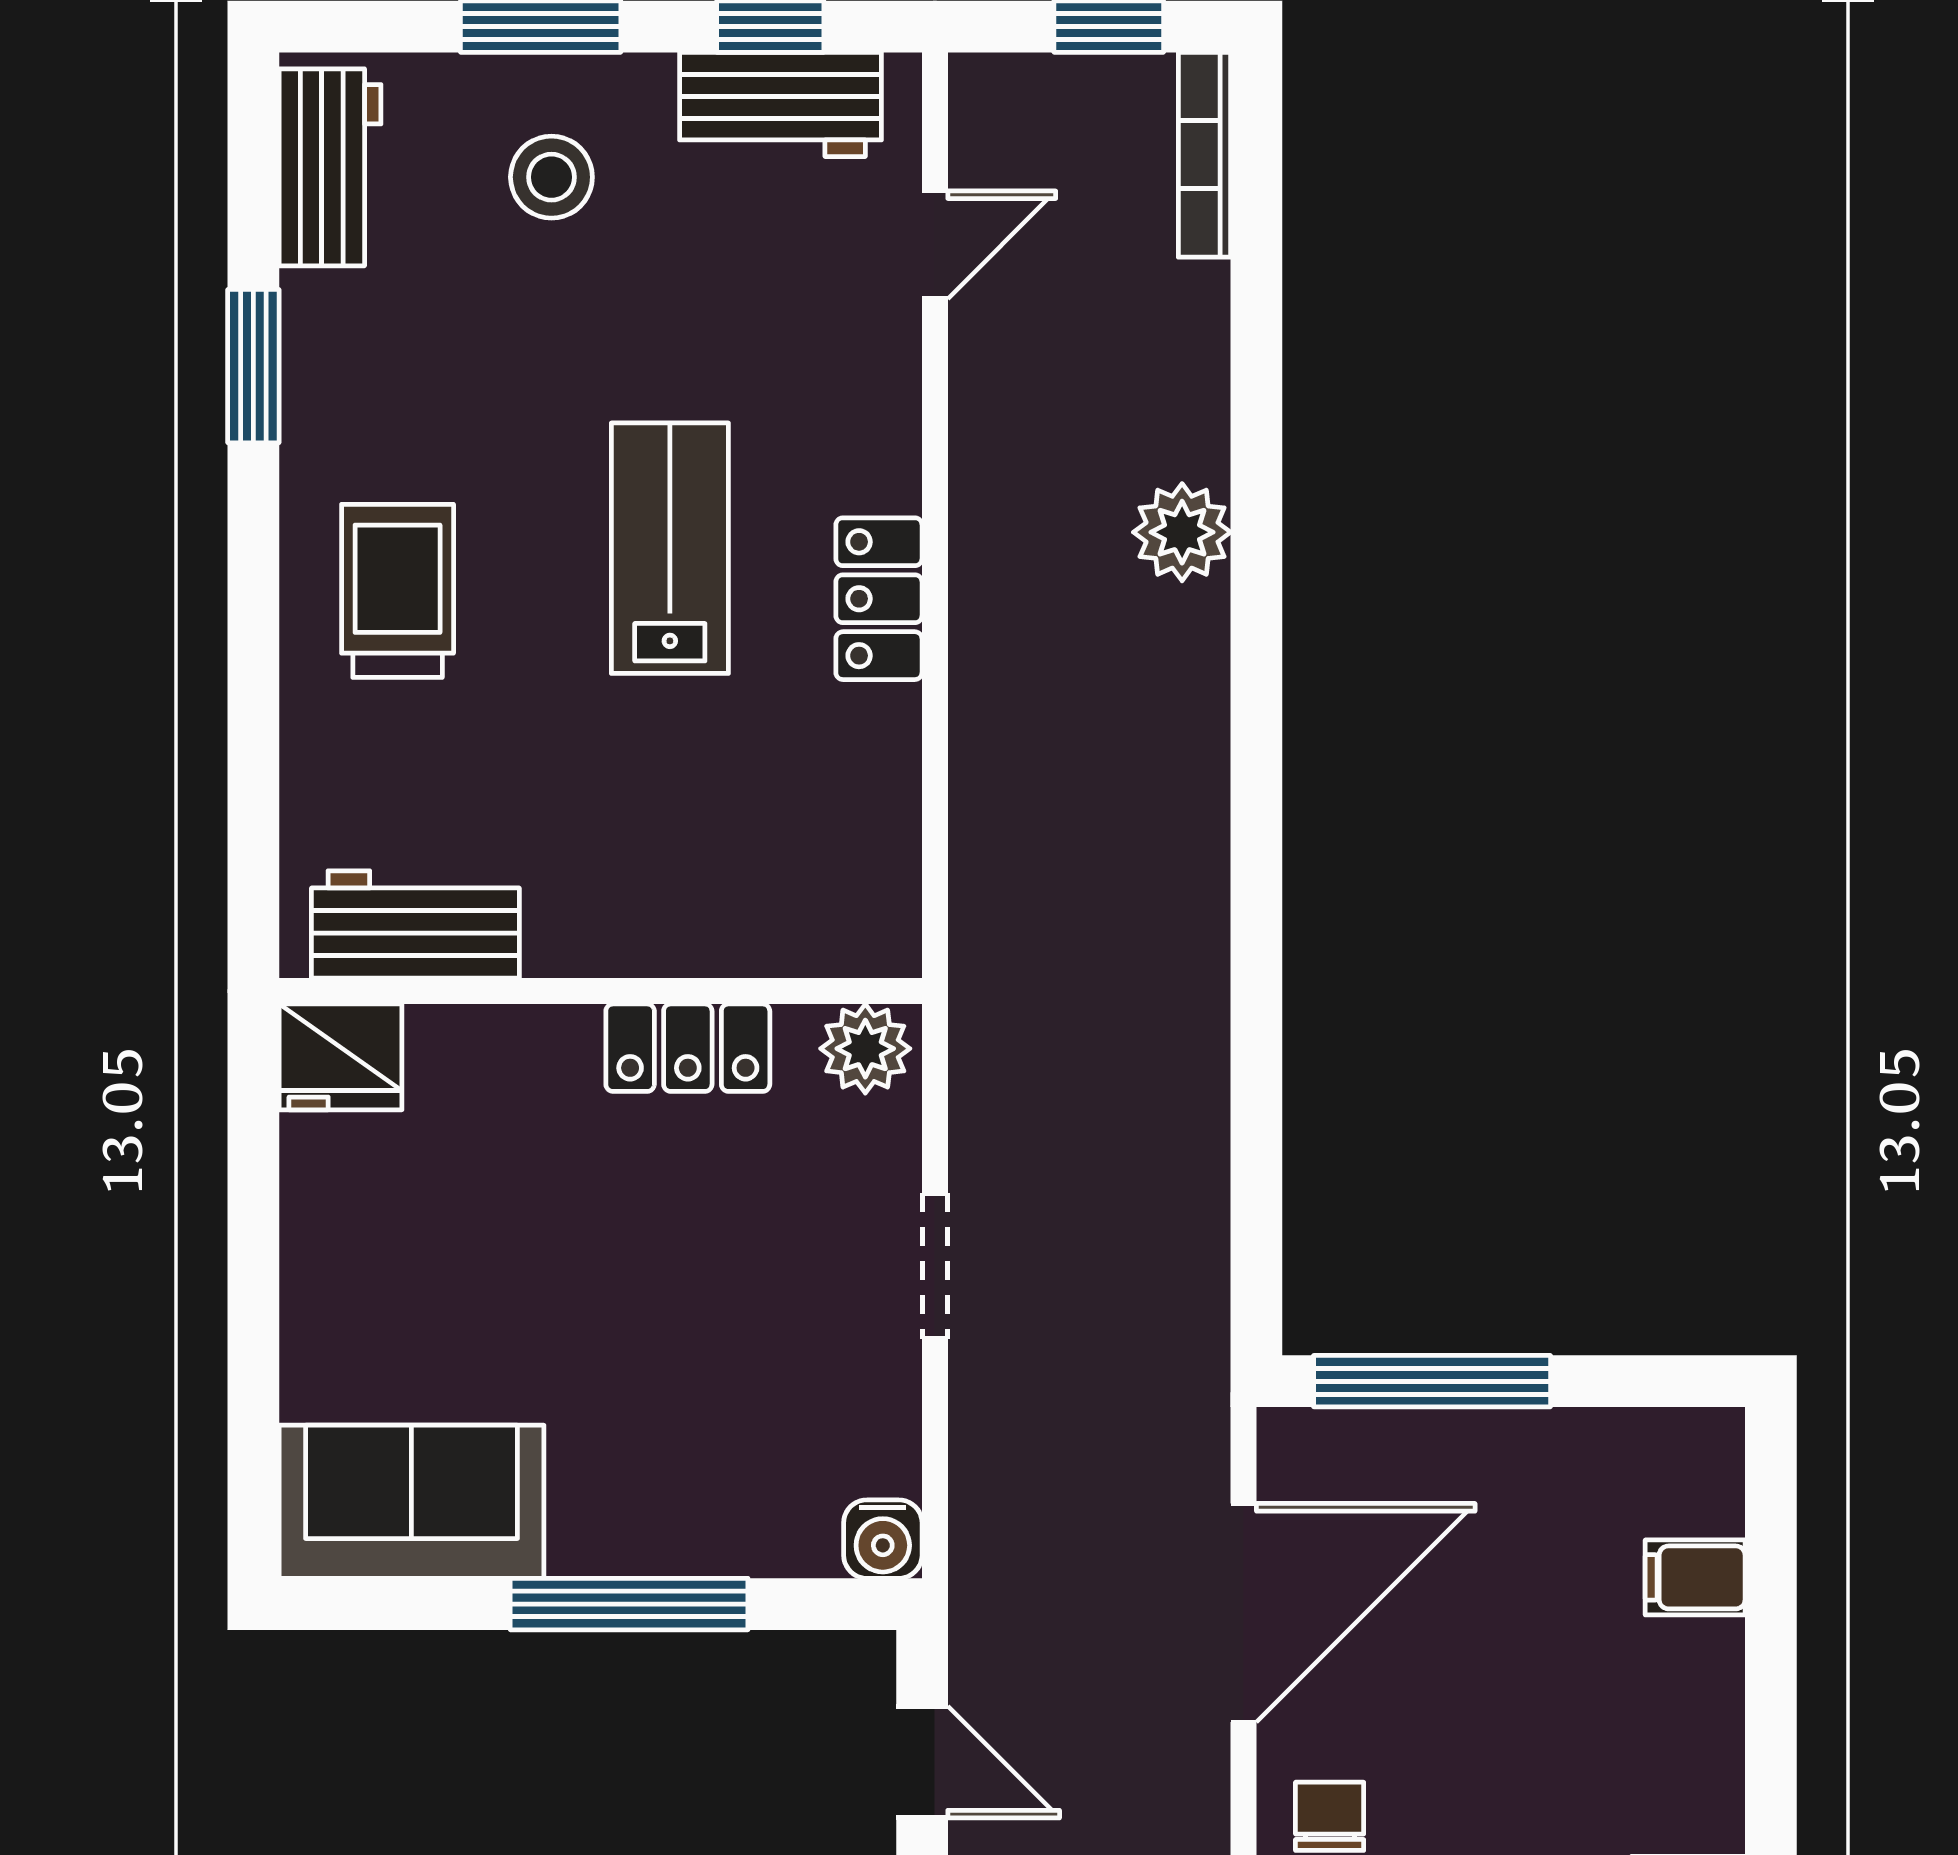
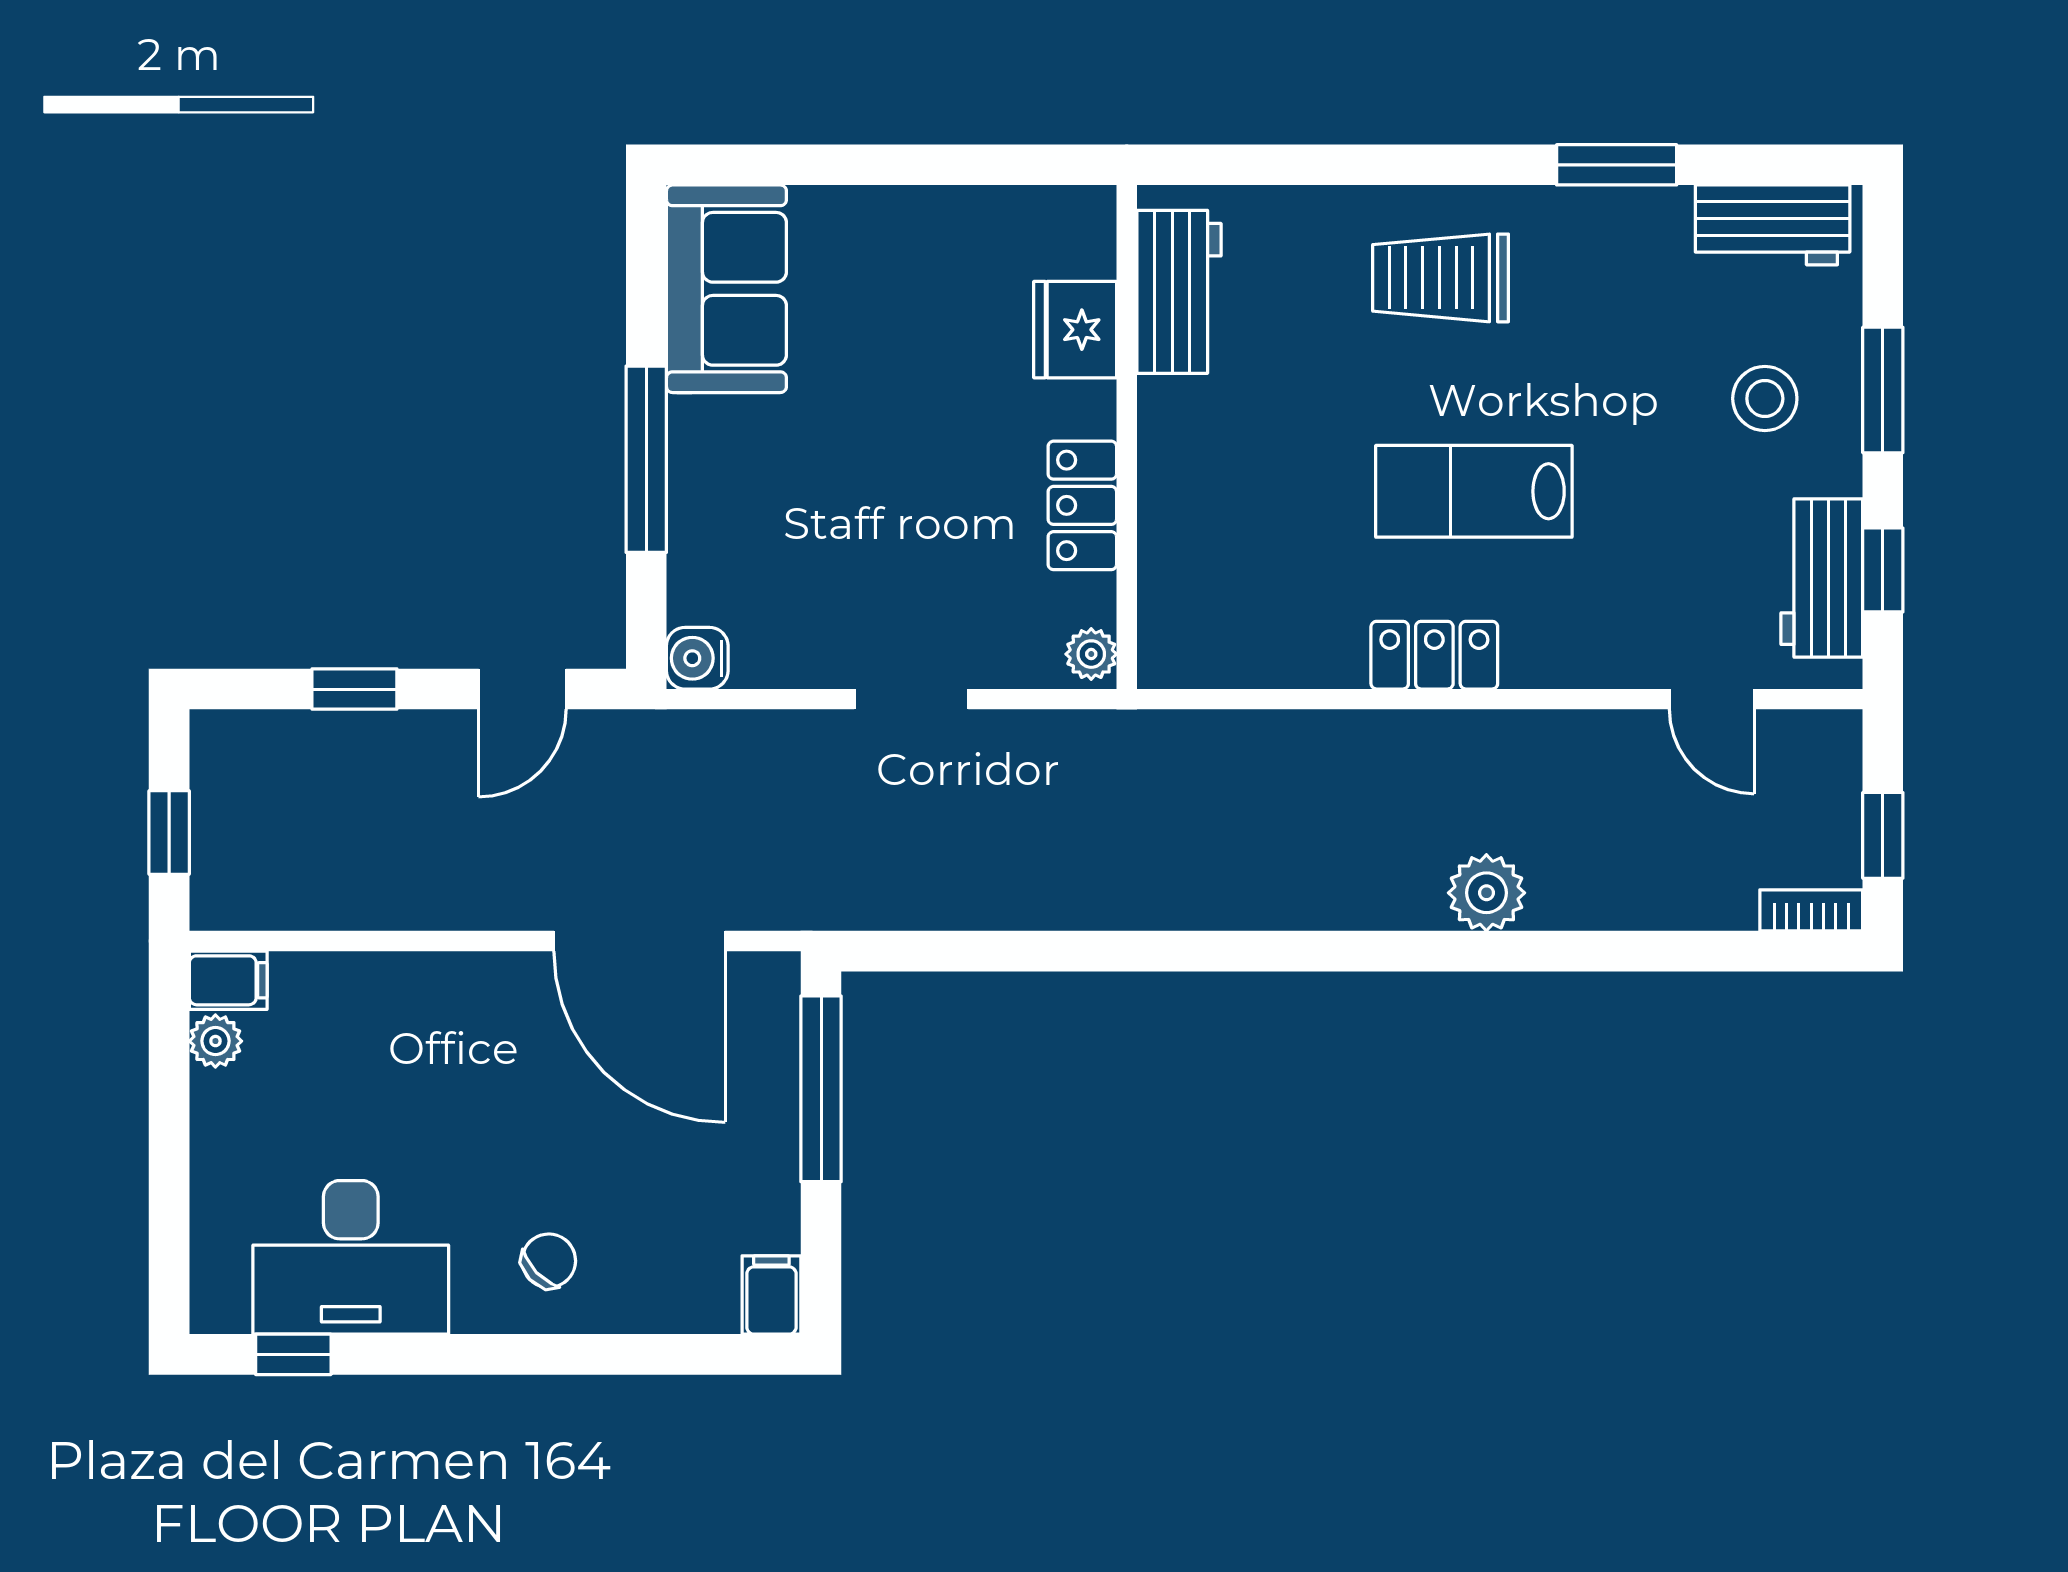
bookcase: (1204, 155) -> (1811, 910), width x0.64
lab bench: (670, 548) -> (1474, 491), turned 180
trolley: (398, 591) -> (1441, 278), turned 180
plant: (865, 1049) -> (1091, 654), width x0.73, depth x0.73
fridge: (341, 1057) -> (1075, 330), moved
filing cabinet: (1695, 1577) -> (771, 1295), moved
chair: (1330, 1816) -> (549, 1261), moved, turned -44

